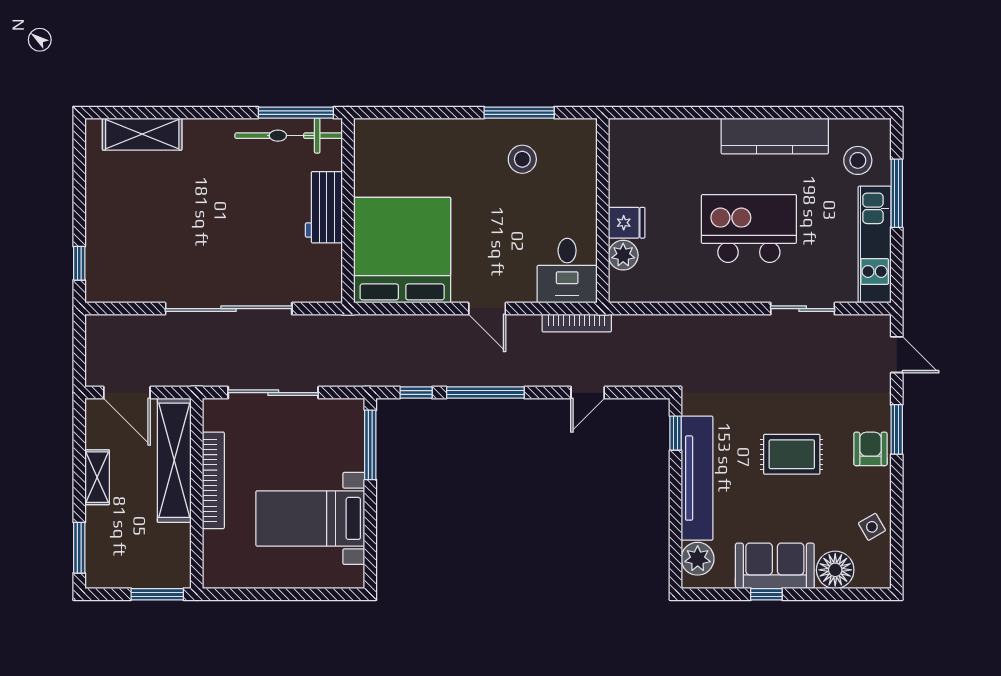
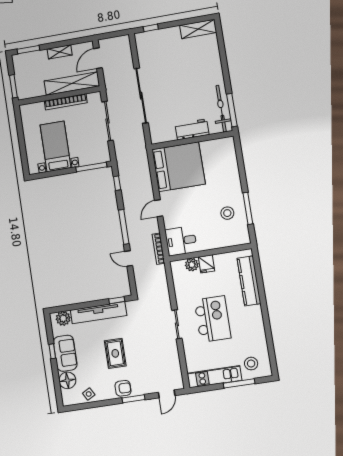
shelving: (142, 134) -> (198, 29), moved, turned 90
kitchen counter: (775, 136) -> (249, 281), moved
sliding door: (803, 309) -> (177, 324), moved
window: (485, 393) -> (124, 227), moved

